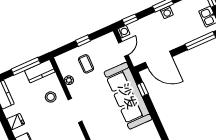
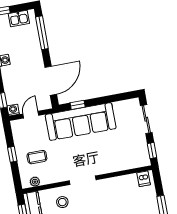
door: (123, 49) -> (31, 115), hinge flipped
plant: (69, 80) -> (35, 182), moved

